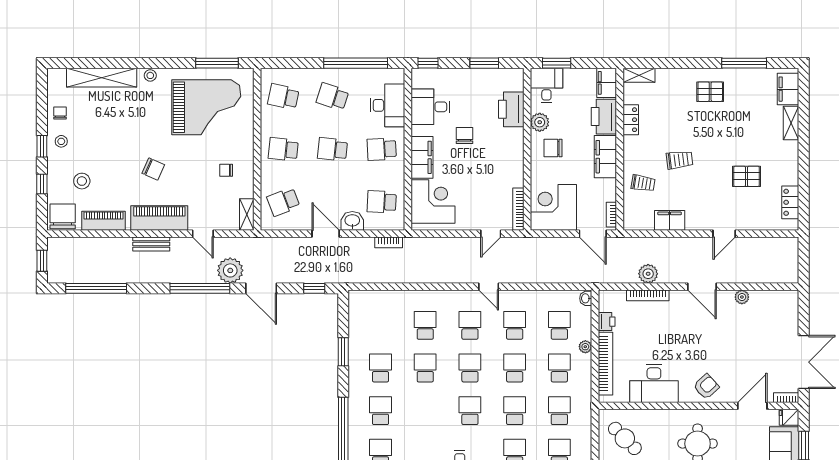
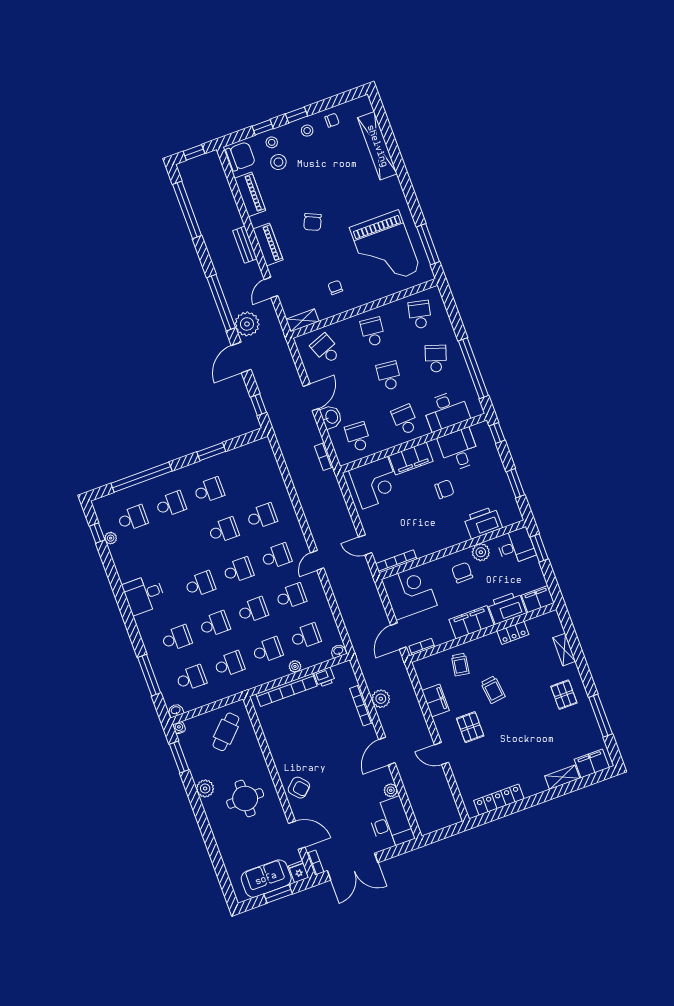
stool: (150, 75) -> (272, 142), moved
shelving: (639, 75) -> (564, 650), moved
pallet: (746, 176) -> (470, 727), moved
locker: (790, 202) -> (499, 800), width x1.53
piano: (159, 218) -> (268, 244), width x0.73, depth x0.75
desk: (654, 384) -> (391, 823), moved, turned 180

